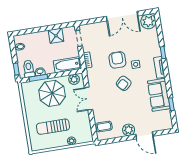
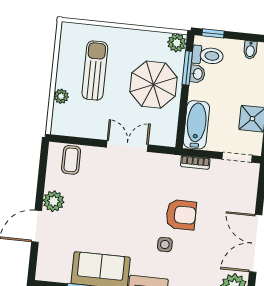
plant: (74, 79) -> (177, 43), moved
armchair: (124, 83) -> (137, 215), removed

